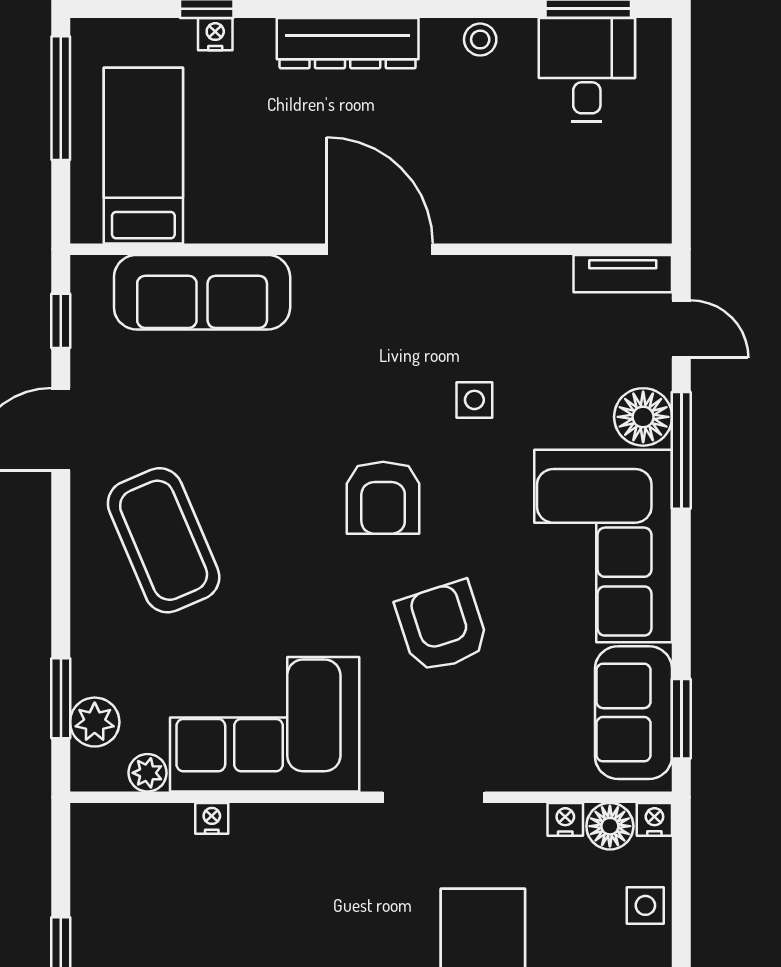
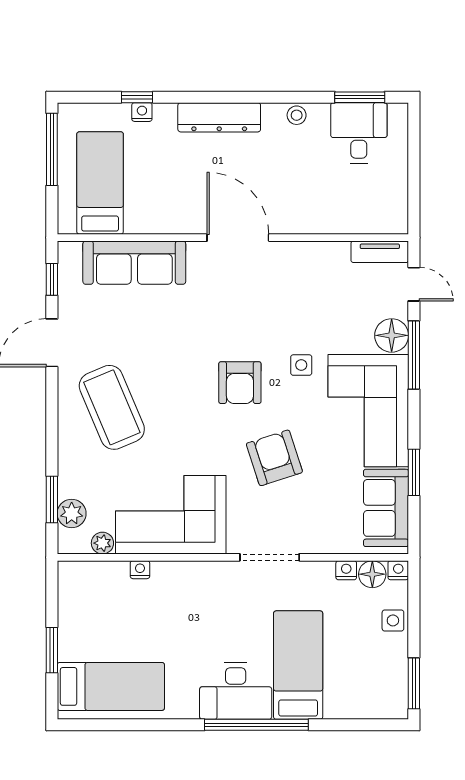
side table: (474, 400) -> (301, 365), moved
window: (681, 719) -> (414, 472), moved

